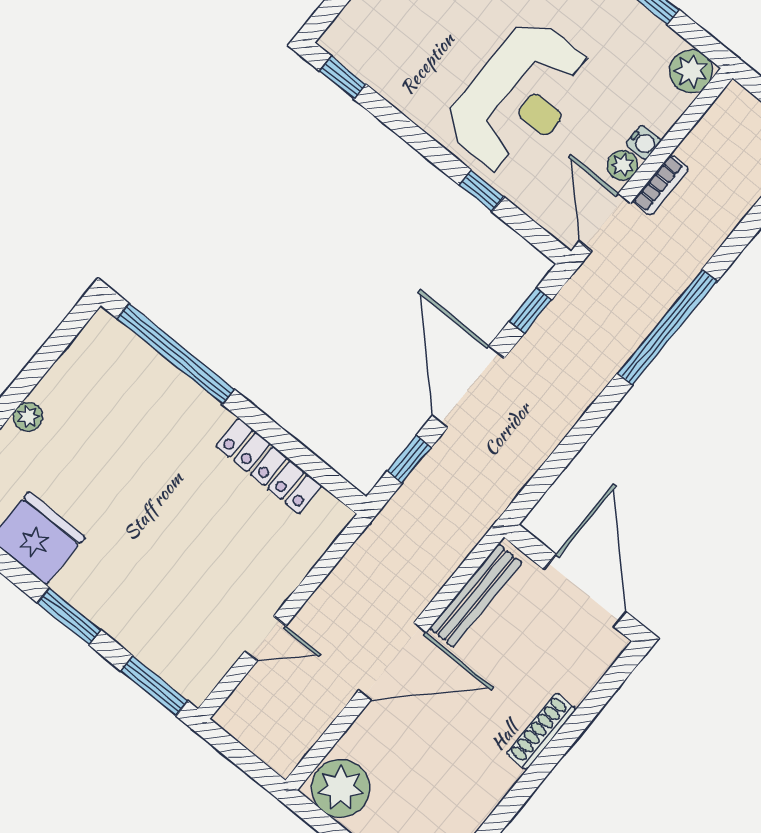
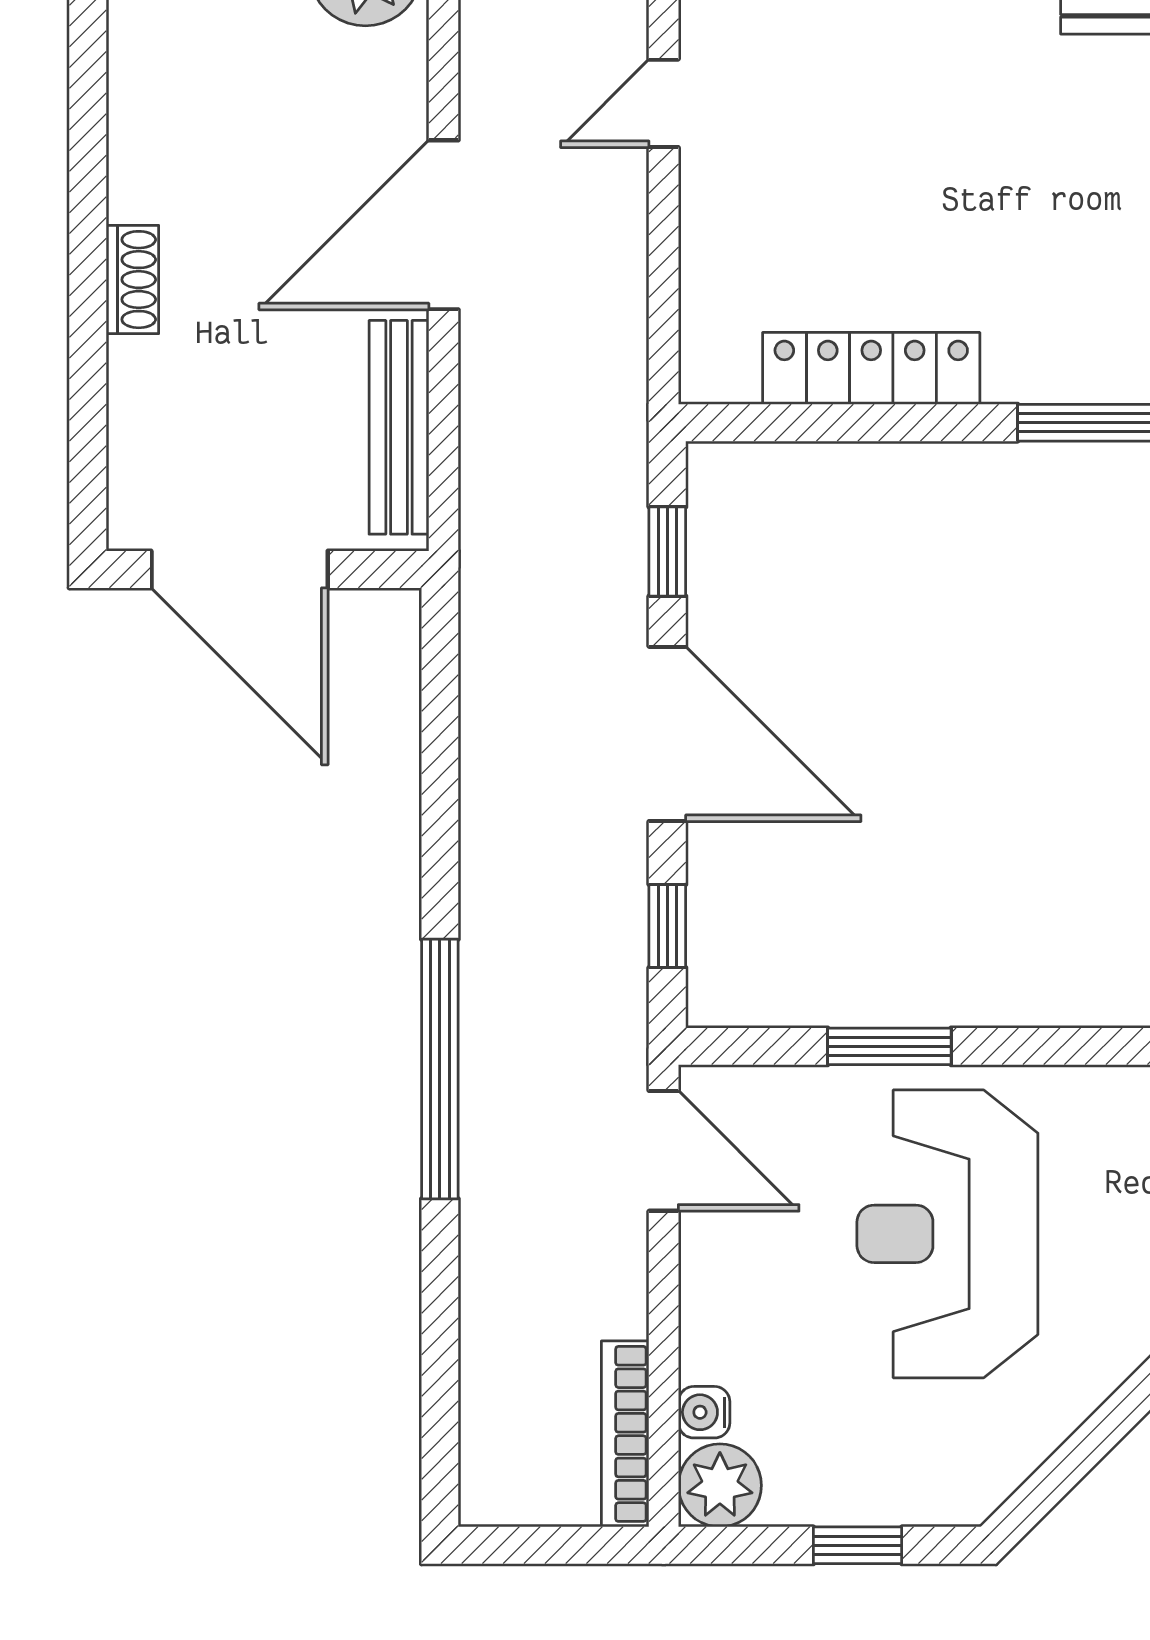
water cooler: (643, 142) -> (704, 1412), moved
plant: (622, 165) -> (707, 1259), removed
bookcase: (661, 185) -> (625, 1434), moved, width x1.56
window: (481, 191) -> (889, 1046), width x1.50
shoe rack: (541, 731) -> (132, 280), width x0.70

